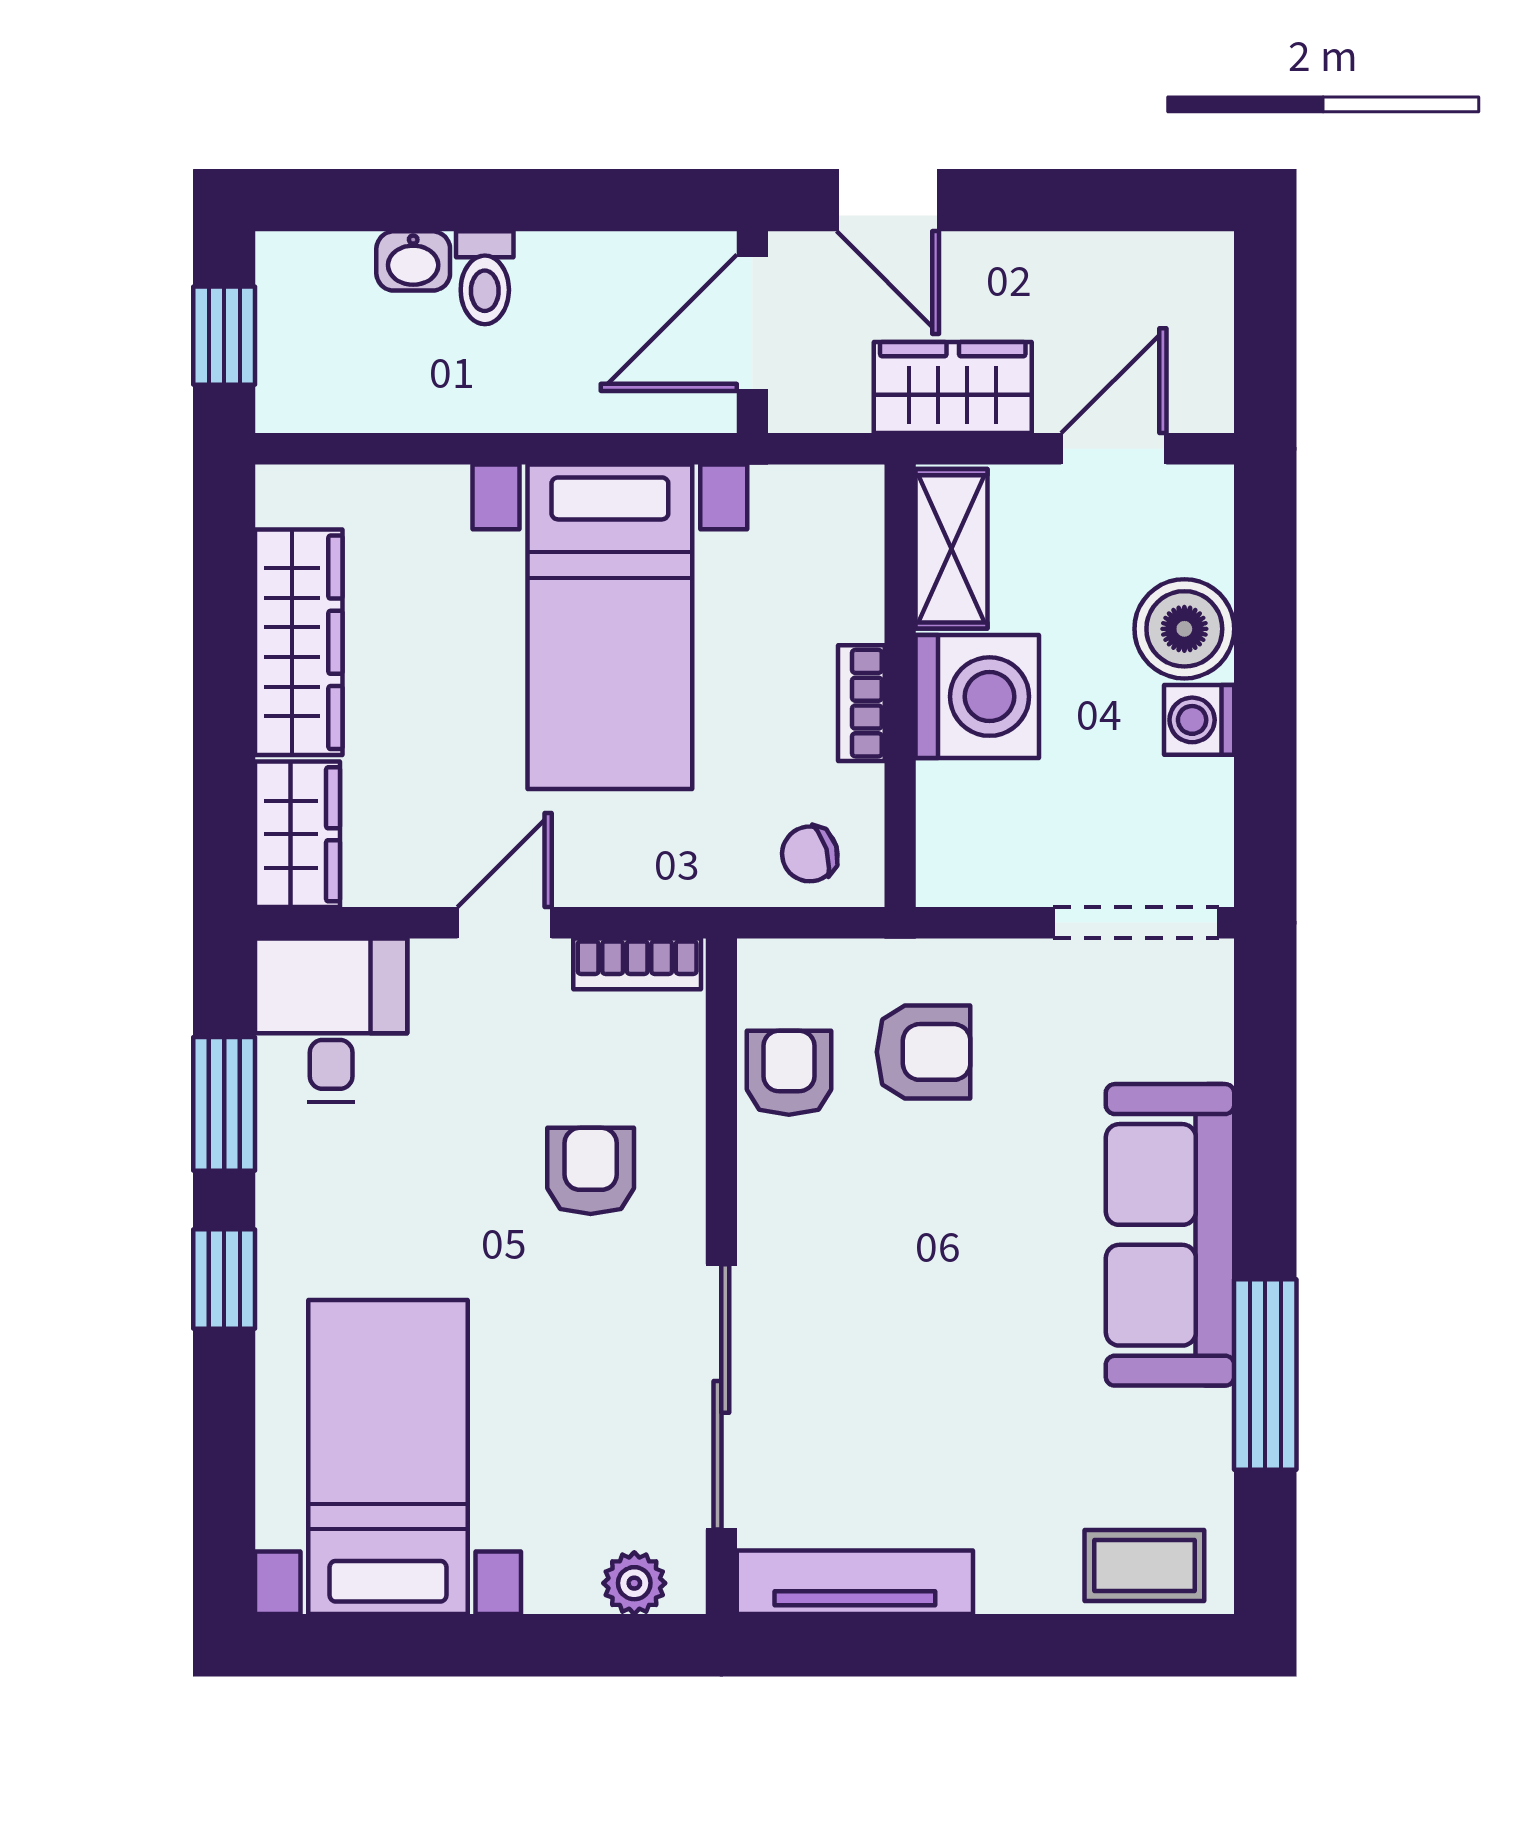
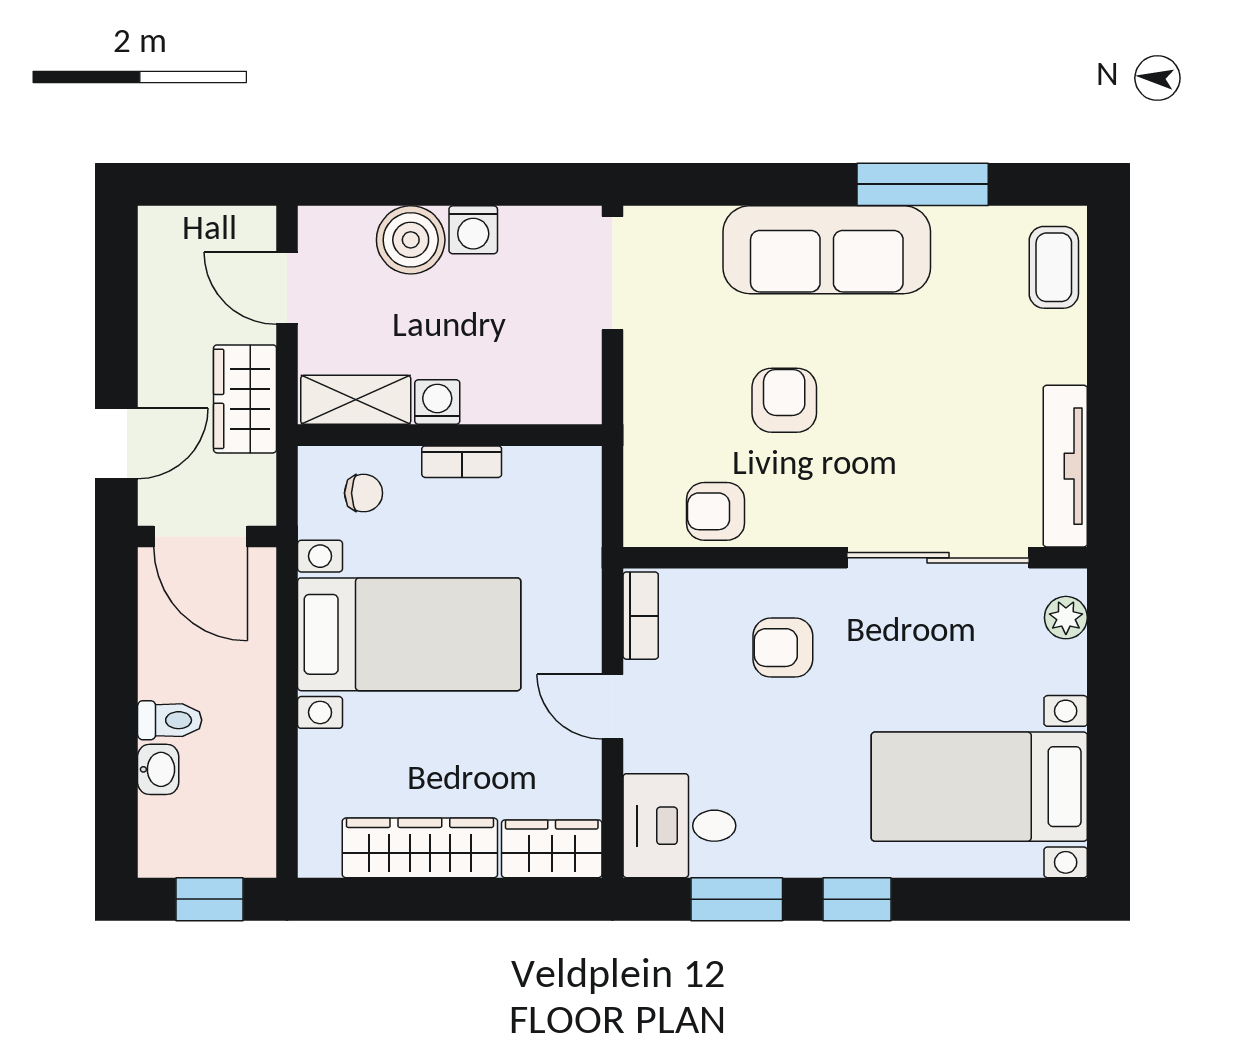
washing machine: (977, 697) -> (437, 402), width x0.53, depth x0.53
chair: (810, 854) -> (364, 493), moved, turned -73
armchair: (923, 1052) -> (784, 400), moved

